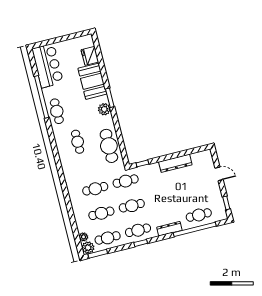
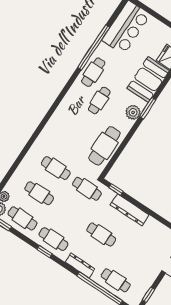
cafe table: (78, 142) -> (99, 101), moved
dresser: (175, 163) -> (130, 210), moved
cafe table: (132, 206) -> (101, 235), moved

